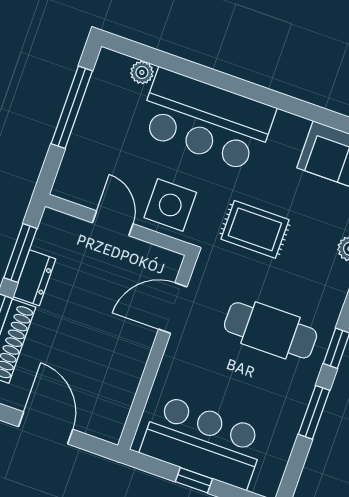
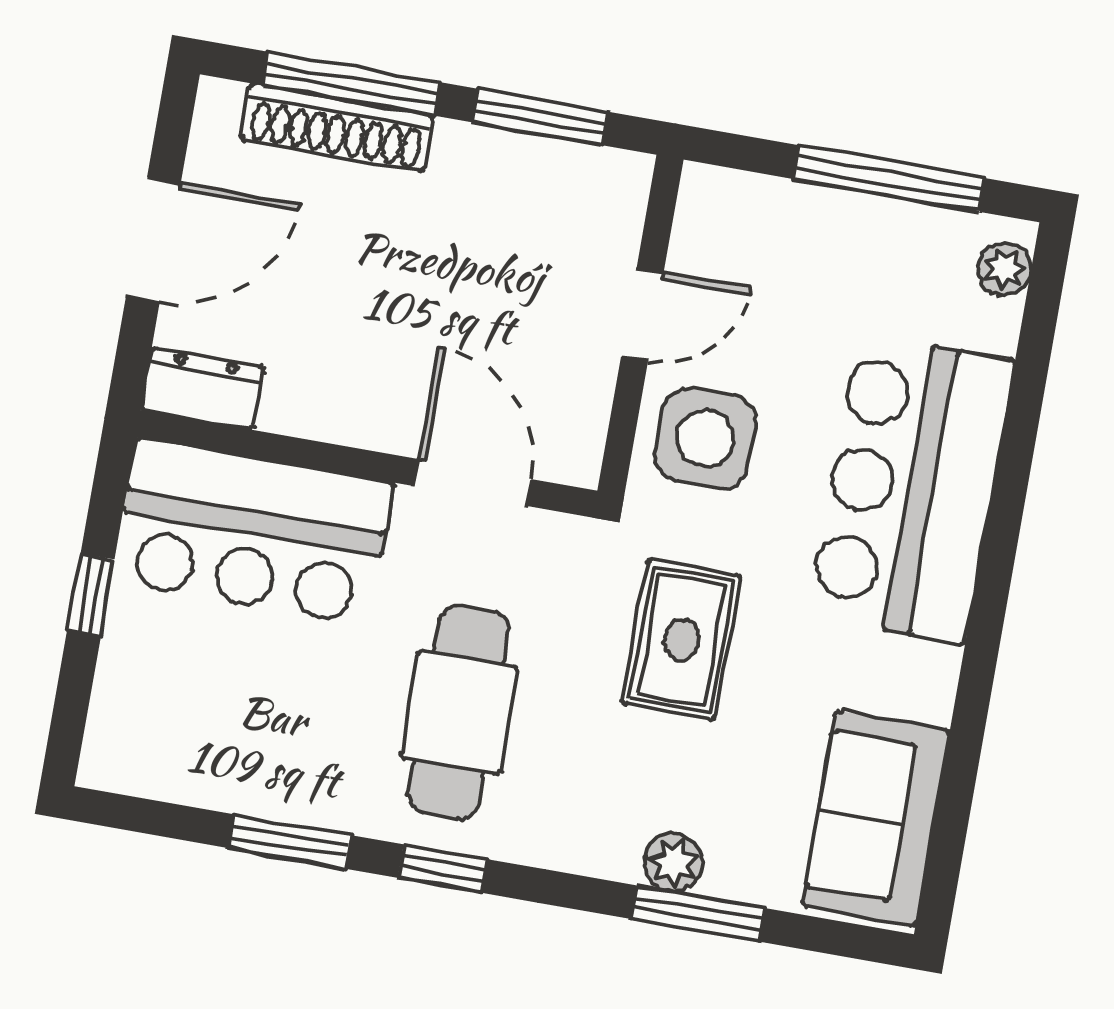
plant: (142, 72) -> (1004, 269), moved
dresser: (34, 278) -> (202, 388), moved, turned 180
bar counter: (203, 442) -> (253, 532), moved, turned 90

